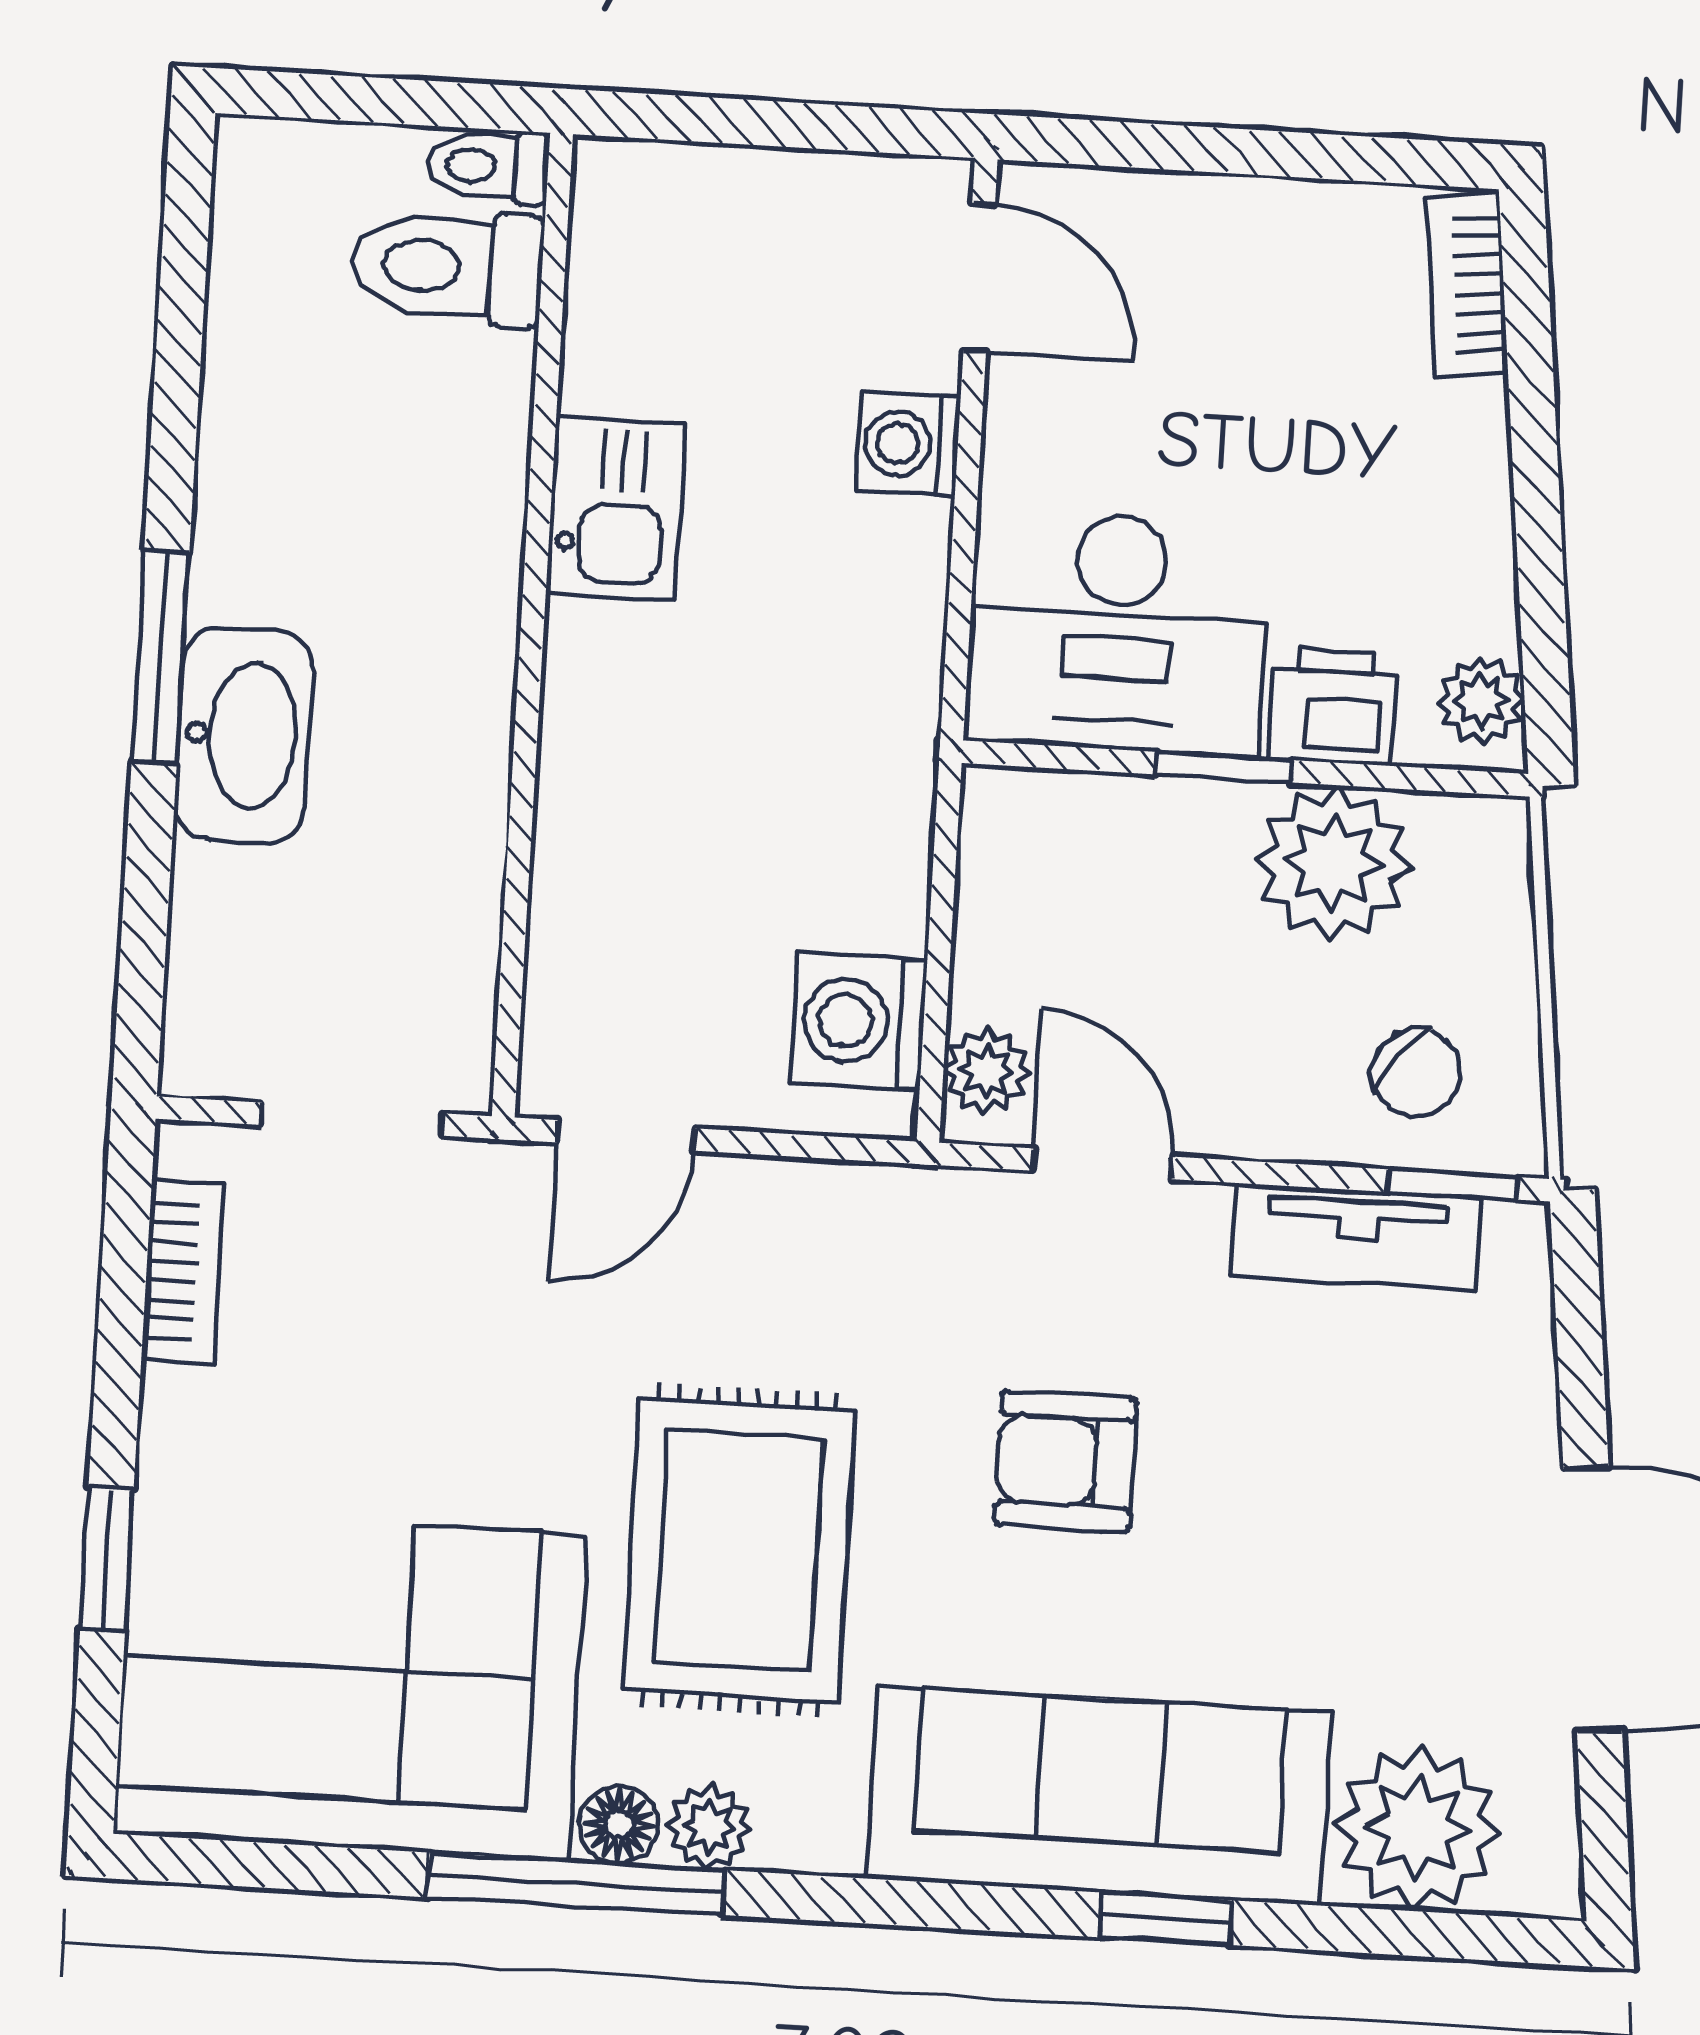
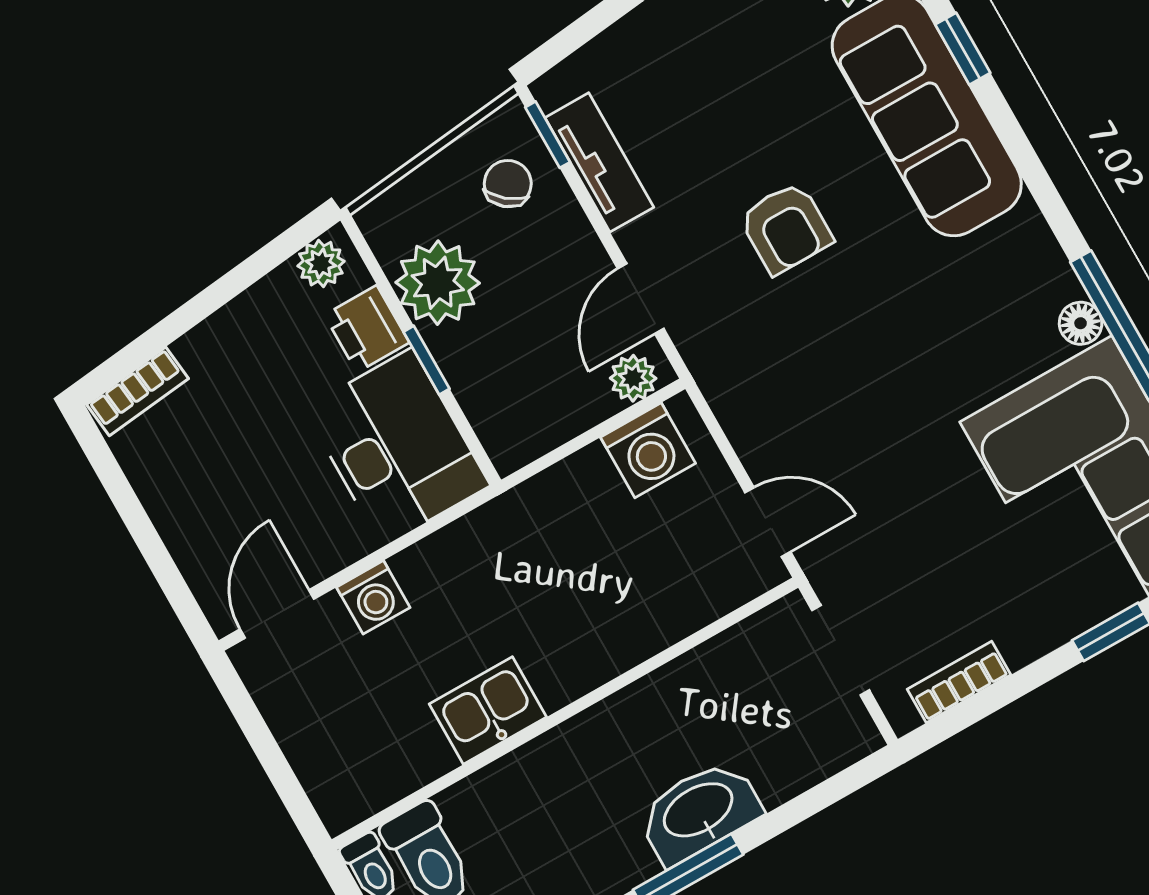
rug: (739, 1550) -> (922, 349), removed
plant: (709, 1827) -> (1055, 282), removed

